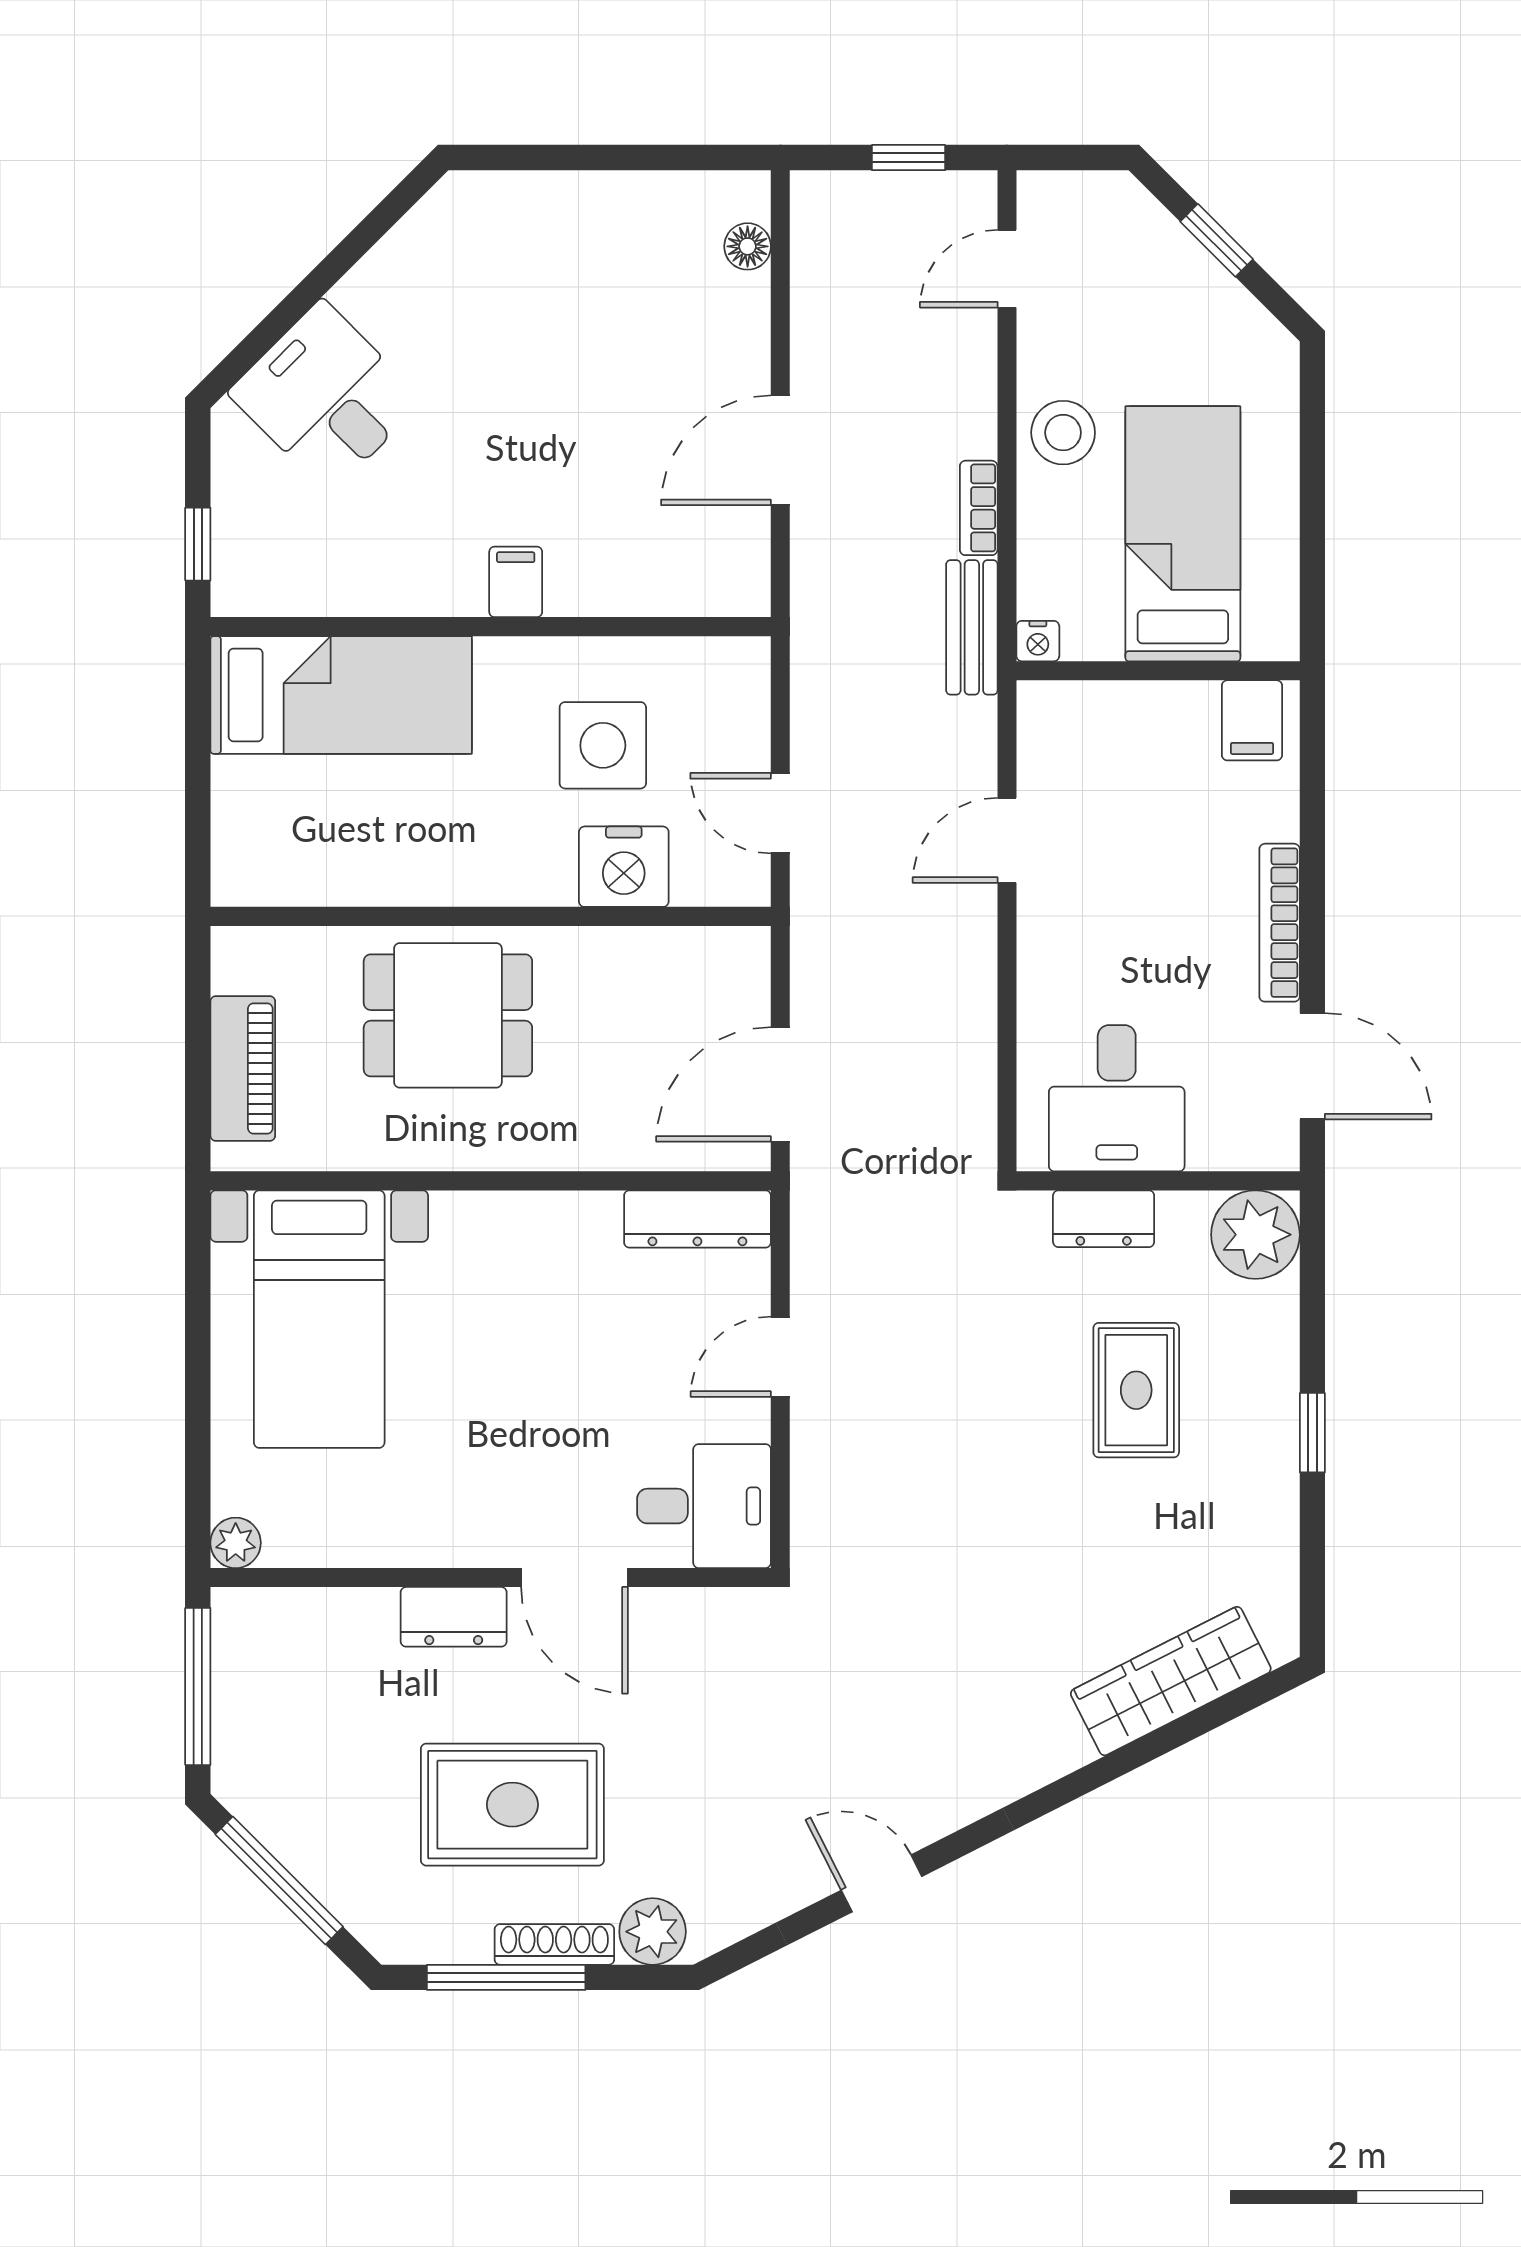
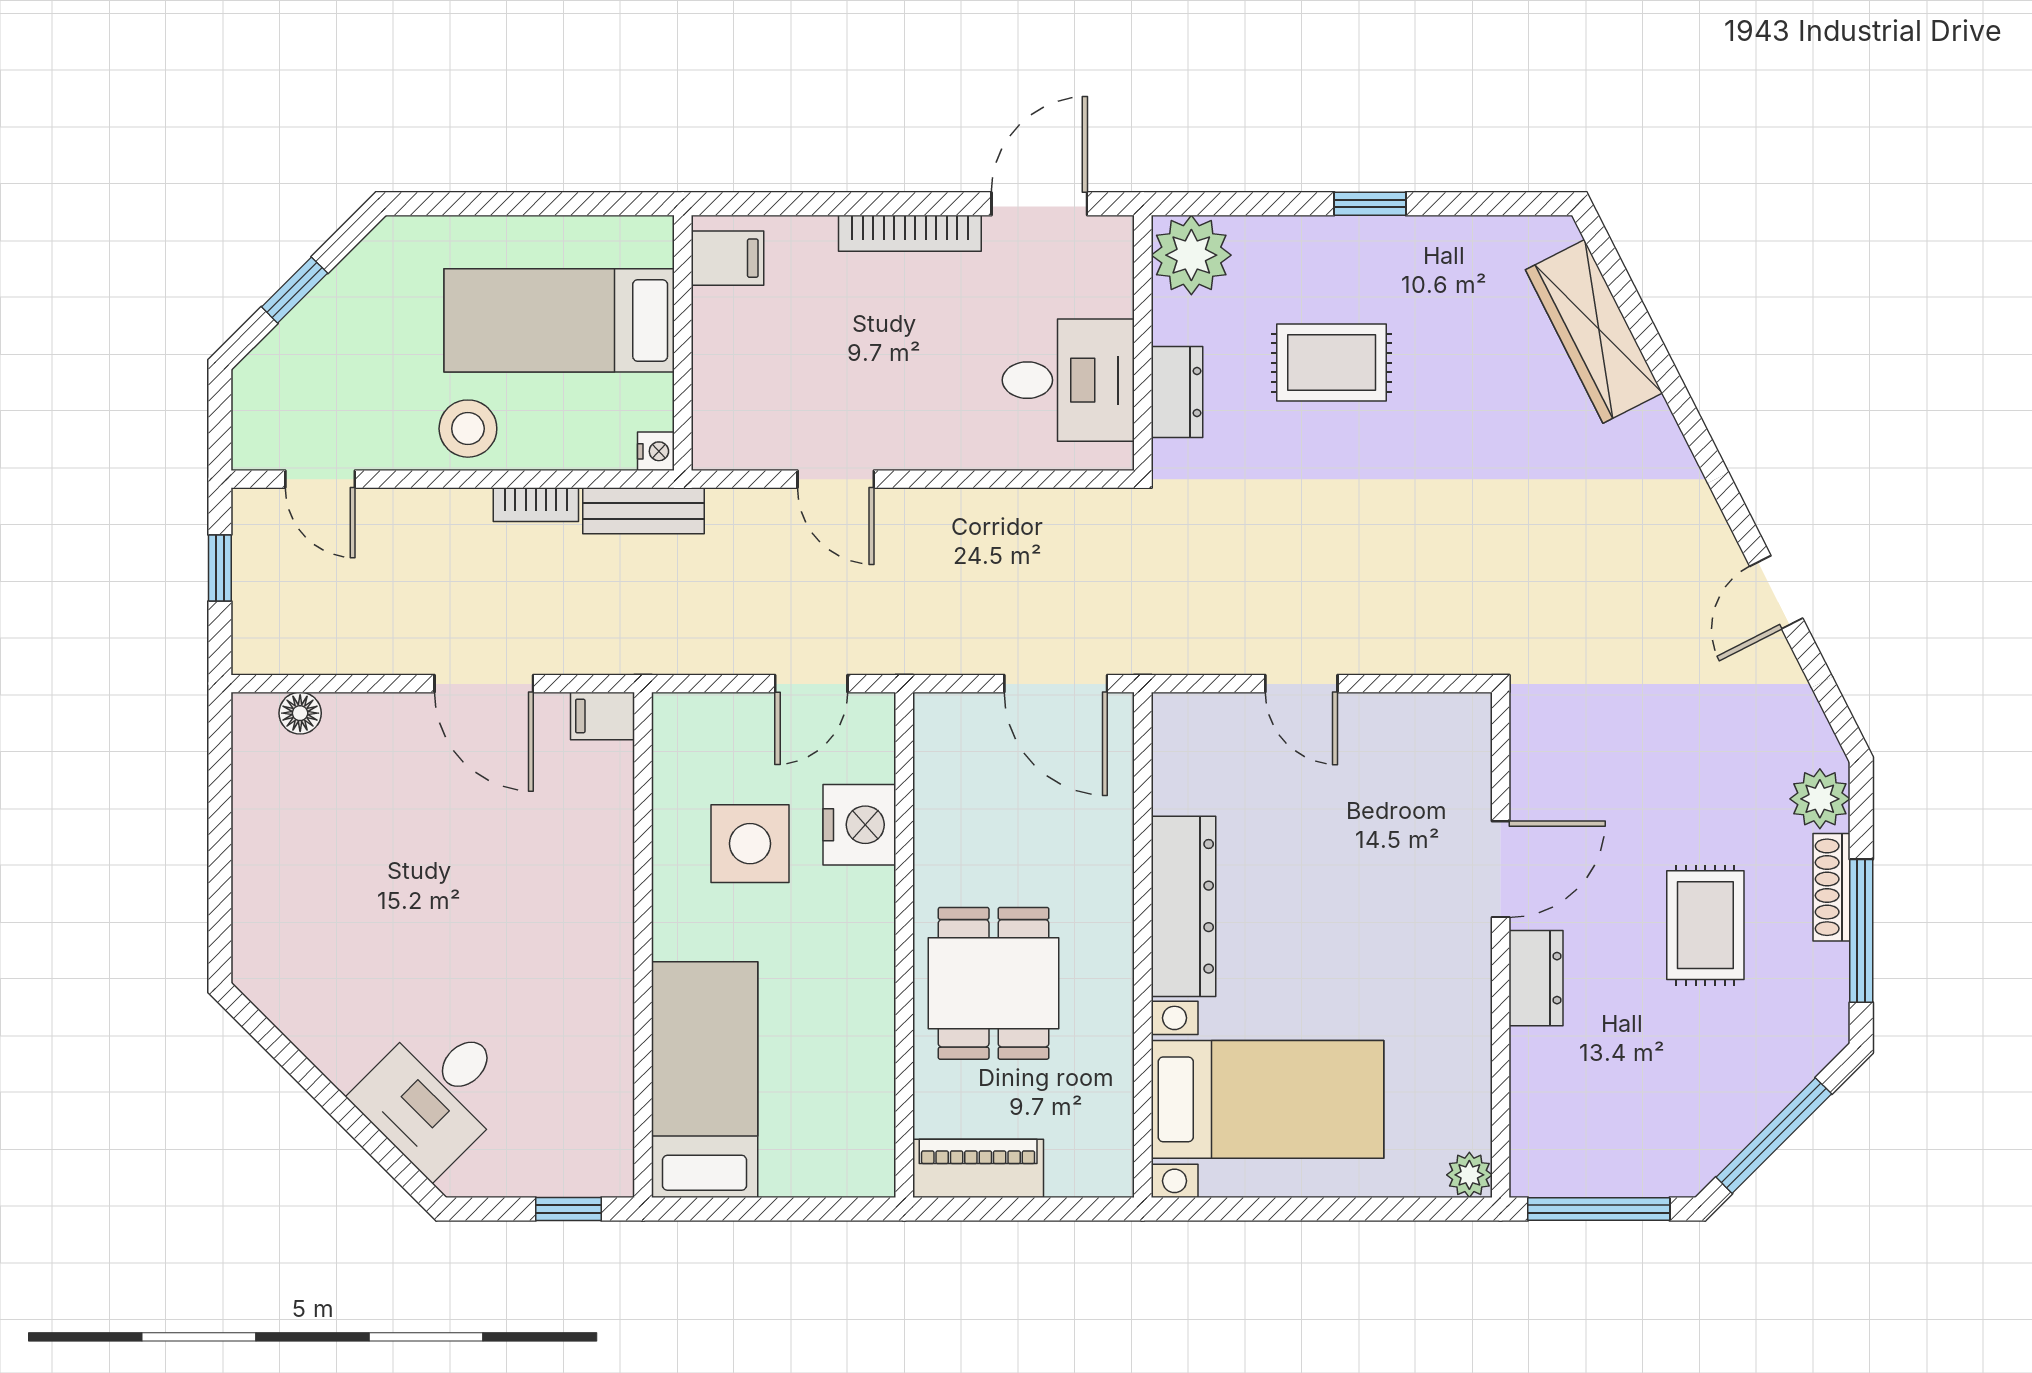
filing cabinet: (516, 582) -> (603, 716), moved
piano: (243, 1069) -> (978, 1168), moved
dresser: (697, 1219) -> (1184, 906), moved, width x1.37, depth x1.24
desk: (704, 1506) -> (1436, 752), removed
rug: (512, 1805) -> (1705, 925), width x0.73, depth x0.70

